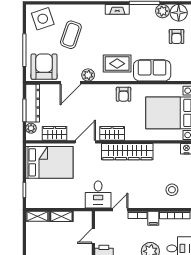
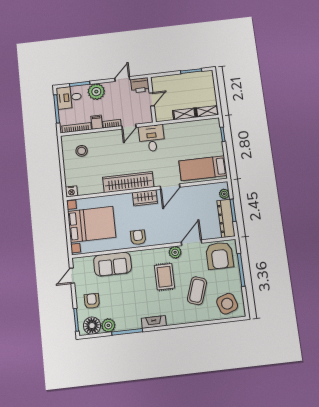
rug: (117, 64) -> (164, 277), moved, turned 90
wardrobe: (55, 133) -> (201, 191), removed
bed: (49, 162) -> (203, 168), width x0.67

